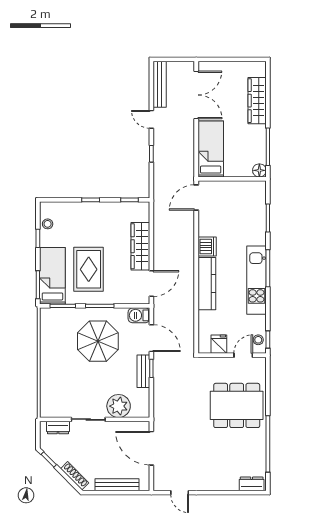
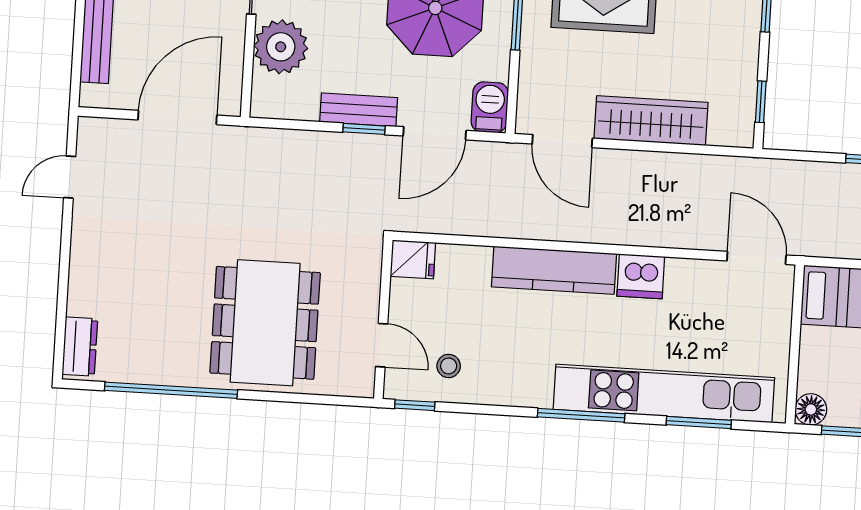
kitchen unit: (256, 280) -> (664, 394), moved, width x1.36
stool: (258, 340) -> (449, 366), moved
fridge: (219, 344) -> (413, 259), moved

